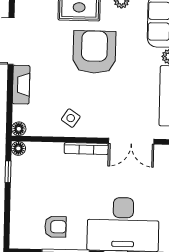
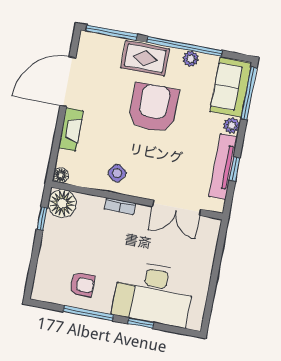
floor lamp: (18, 148) -> (62, 203), width x1.89, depth x1.89
bookcase: (86, 149) -> (120, 206), width x0.64

